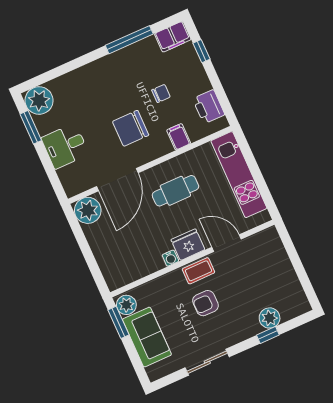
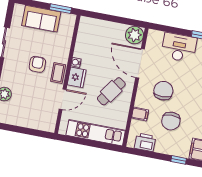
chair: (161, 93) -> (171, 121), width x1.87, depth x1.87
desk: (65, 146) -> (179, 47), width x1.37
cafe table: (175, 191) -> (111, 91), turned 35
plant: (126, 305) -> (67, 20), removed

